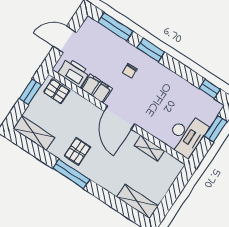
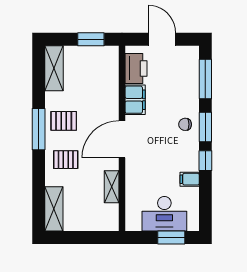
chair: (130, 71) -> (185, 124), moved
filing cabinet: (182, 87) -> (190, 179), added
window: (210, 89) -> (205, 161), moved
pallet: (57, 91) -> (66, 160), moved, turned 90
desk: (187, 135) -> (164, 214), moved

